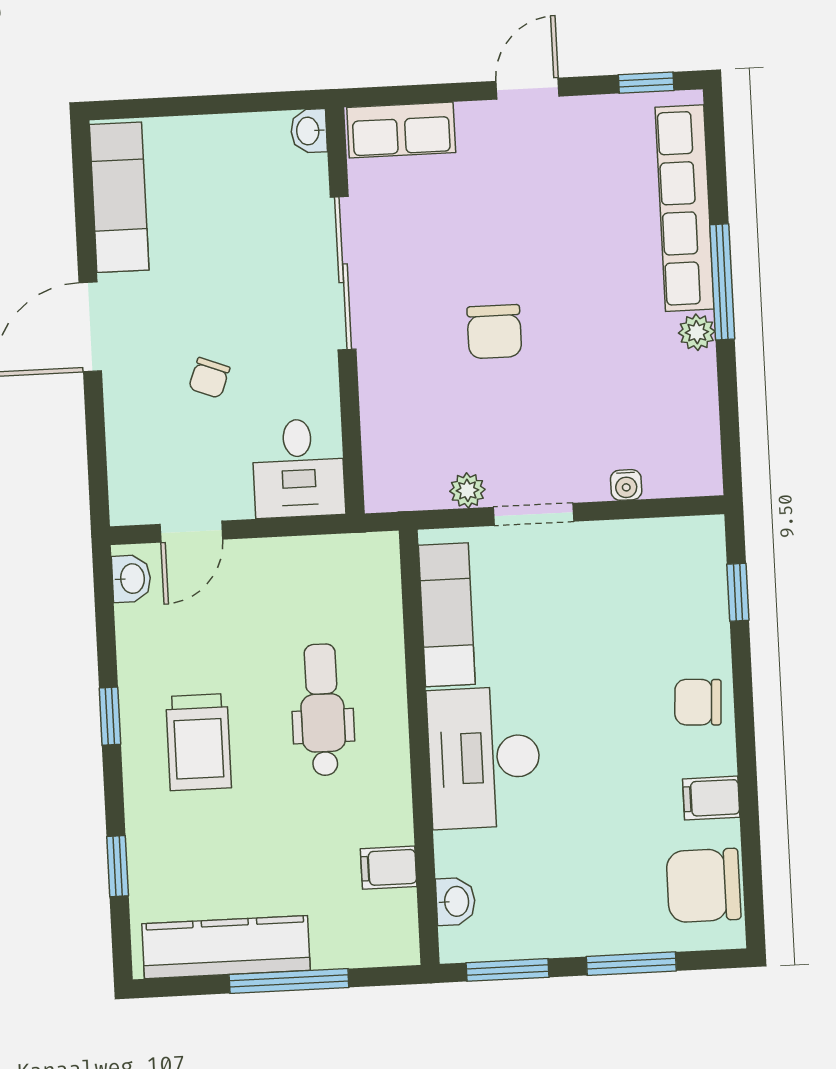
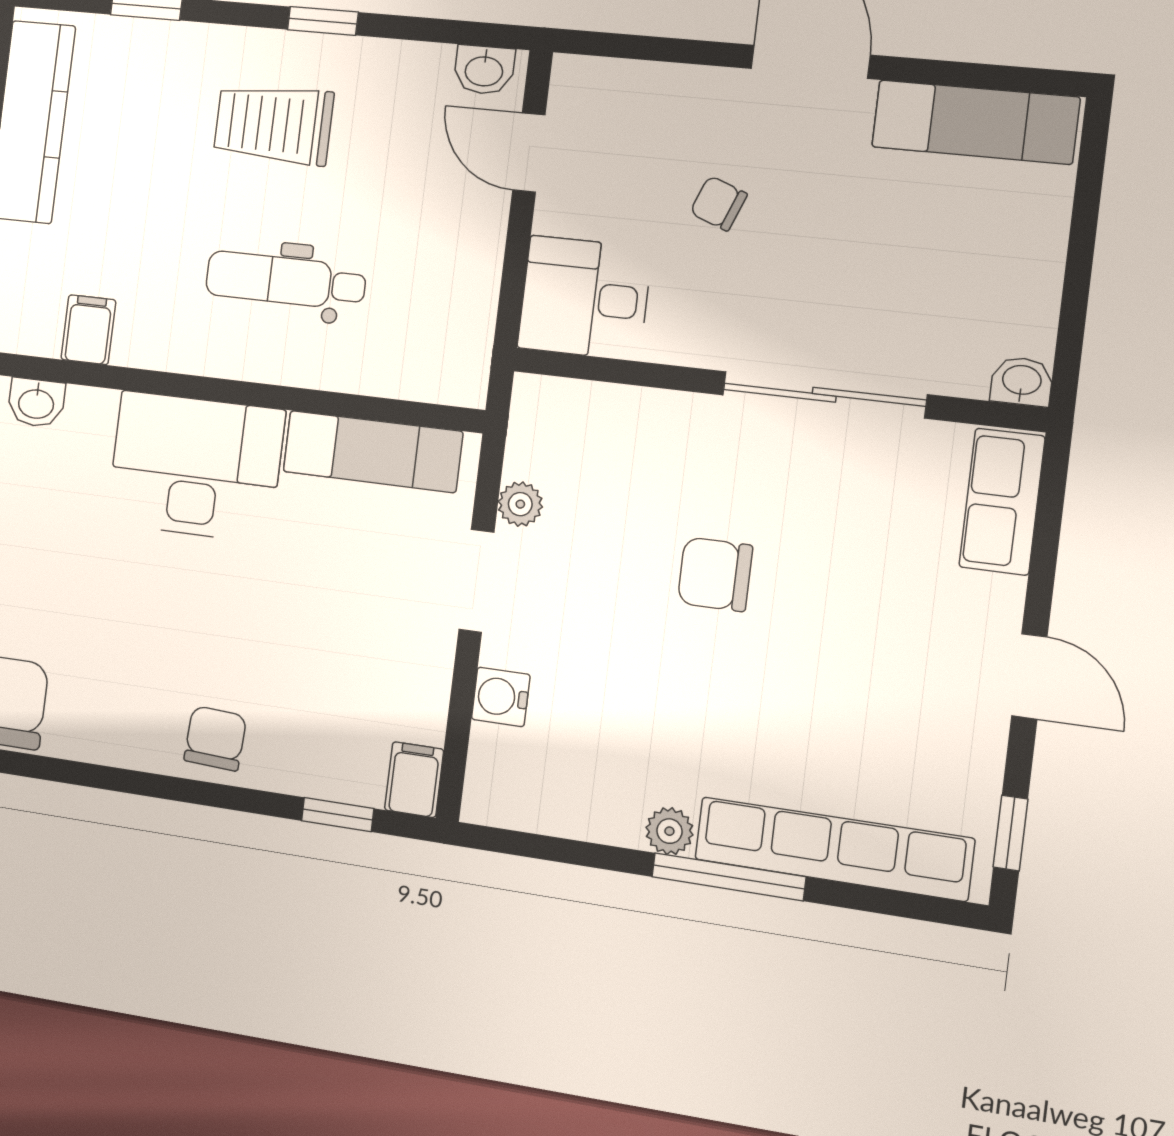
water cooler: (626, 485) -> (501, 697), width x1.38, depth x1.38
dental chair: (323, 710) -> (285, 280), turned 180
filing cabinet: (711, 798) -> (414, 780), moved

